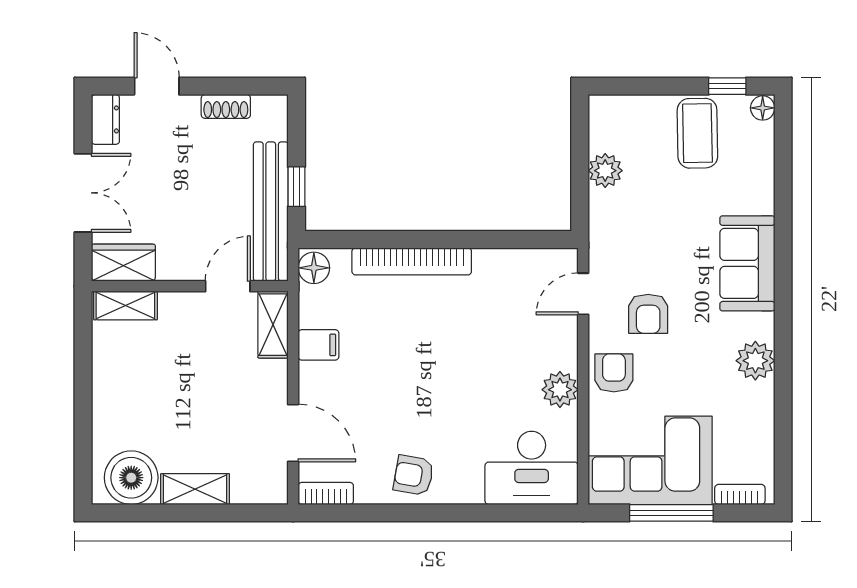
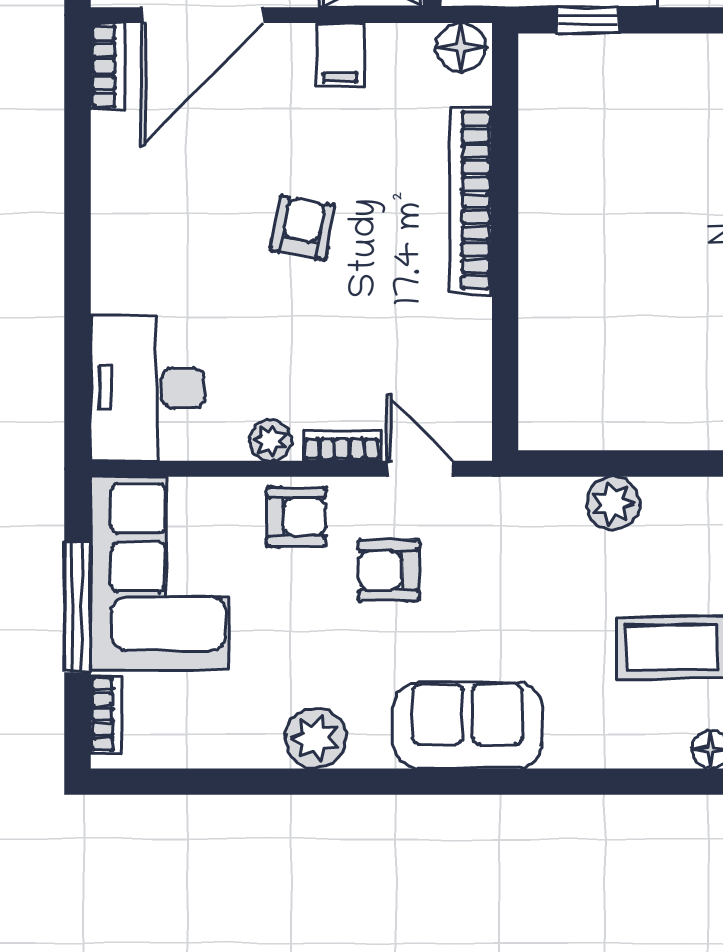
bookcase: (568, 344) -> (342, 445), added
plant: (560, 390) -> (270, 440), width x0.73, depth x0.73
door: (293, 433) -> (202, 15), width x1.36
armchair: (414, 475) -> (303, 228), moved

